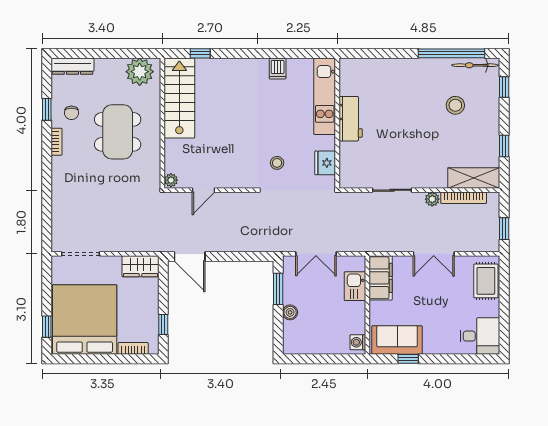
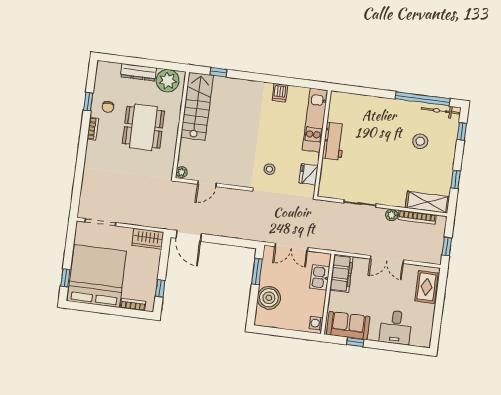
dresser: (72, 66) -> (139, 72), moved
boiler: (290, 312) -> (269, 298), width x1.86, depth x1.86
desk: (480, 336) -> (396, 327), moved, turned 90

